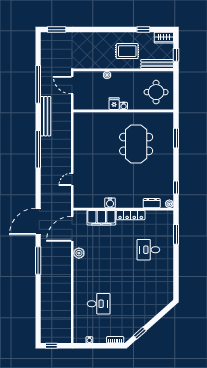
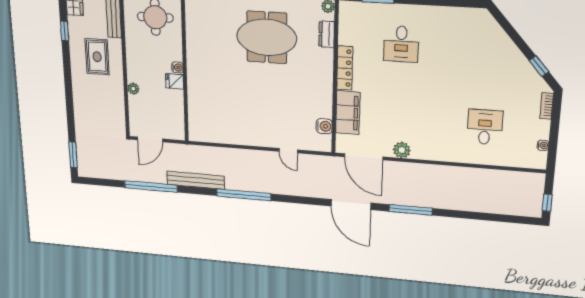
meeting table: (136, 144) -> (267, 37), moved
water cooler: (110, 203) -> (324, 126), moved

